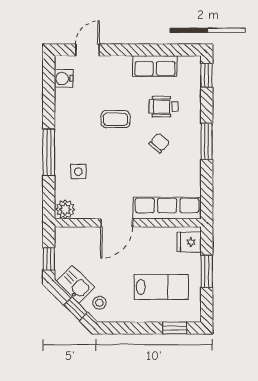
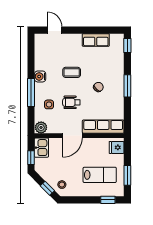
door: (88, 50) -> (55, 30), hinge flipped
water cooler: (64, 78) -> (40, 76), moved
wheelchair: (164, 107) -> (71, 102), moved
window: (207, 271) -> (127, 175), moved
kitchen sink: (75, 284) -> (41, 148), moved, turned 45

